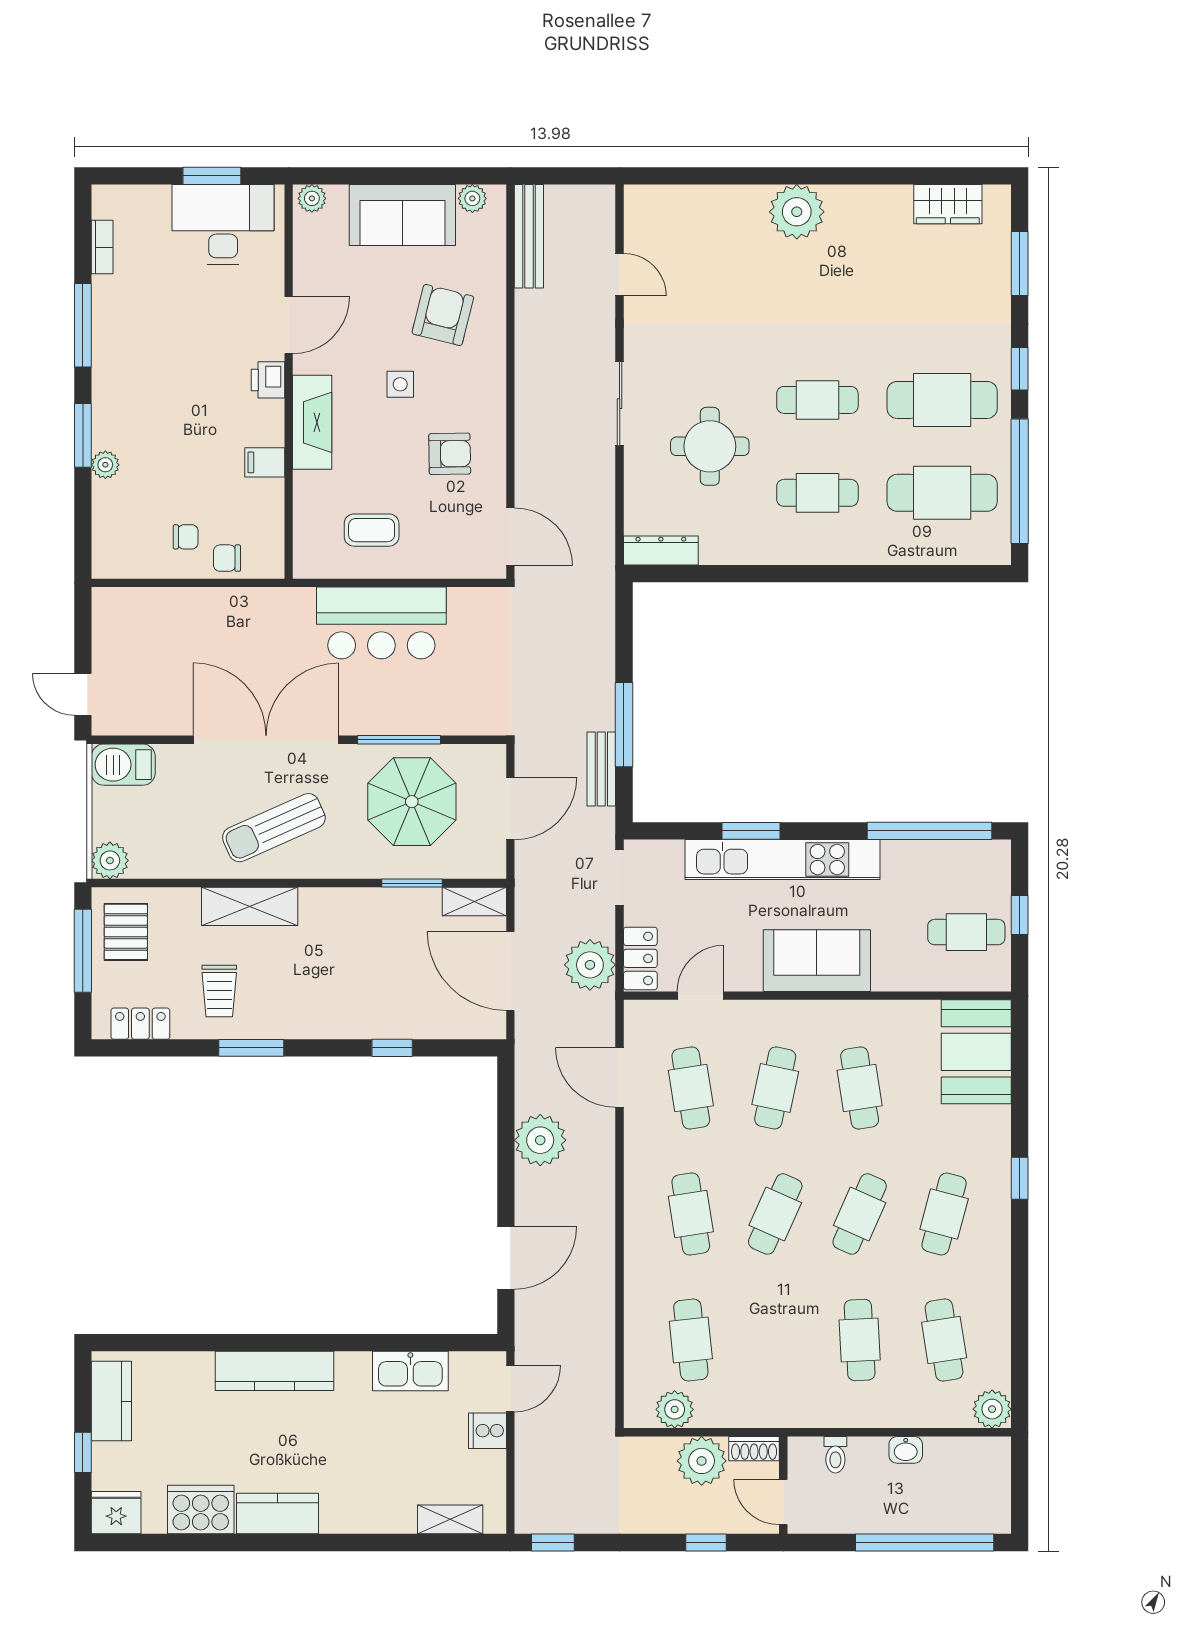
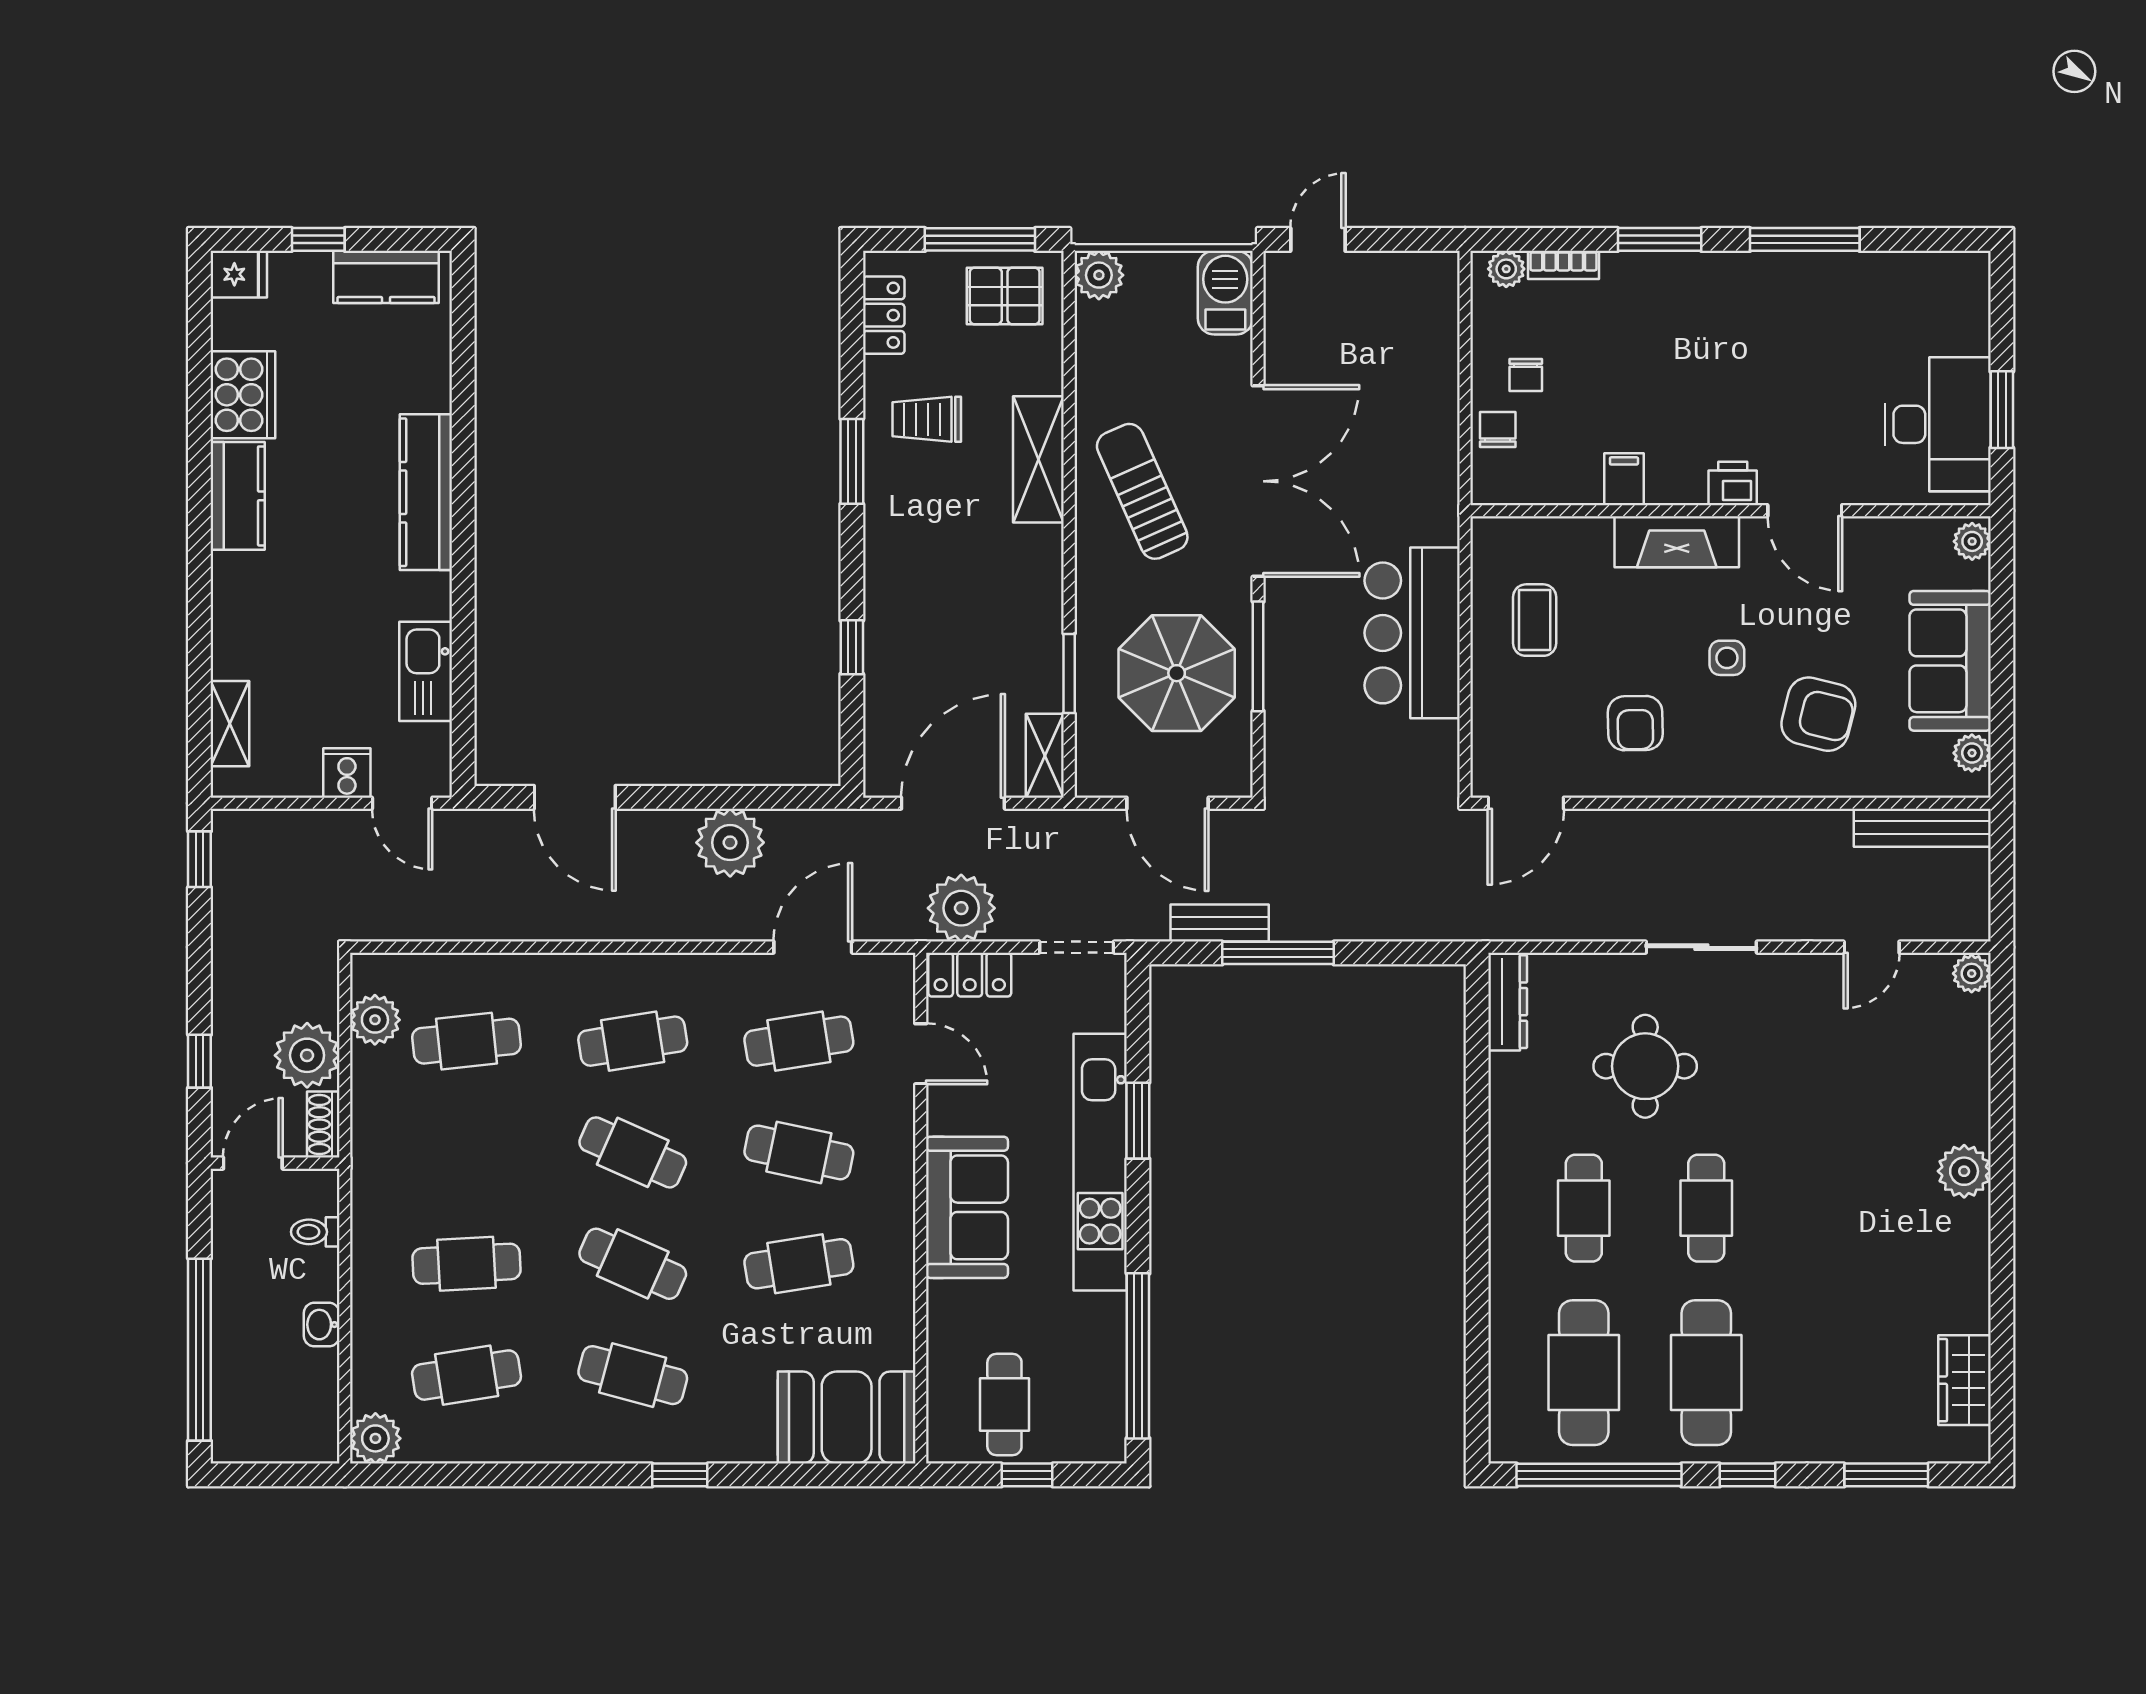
plant: (640, 199) -> (1972, 973), added
plant: (797, 212) -> (1964, 1171), width x0.73, depth x0.73
bookcase: (102, 247) -> (1564, 265), moved
plant: (105, 465) -> (1506, 269), moved
fridge: (116, 1513) -> (239, 274), width x0.72

